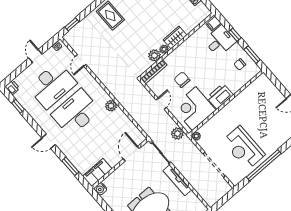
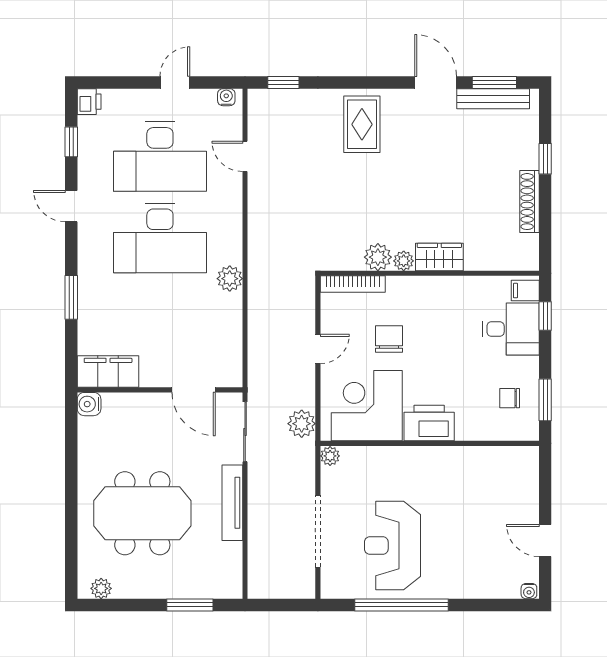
window: (235, 35) -> (545, 316), moved
door: (81, 60) -> (245, 156), hinge flipped
desk: (76, 113) -> (160, 238), turned 180
door: (49, 141) -> (71, 206), moved
door: (131, 154) -> (194, 390), swing flipped
window: (70, 166) -> (71, 297), moved

